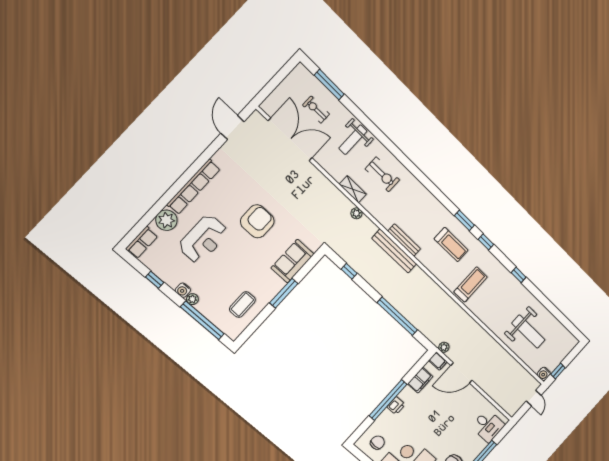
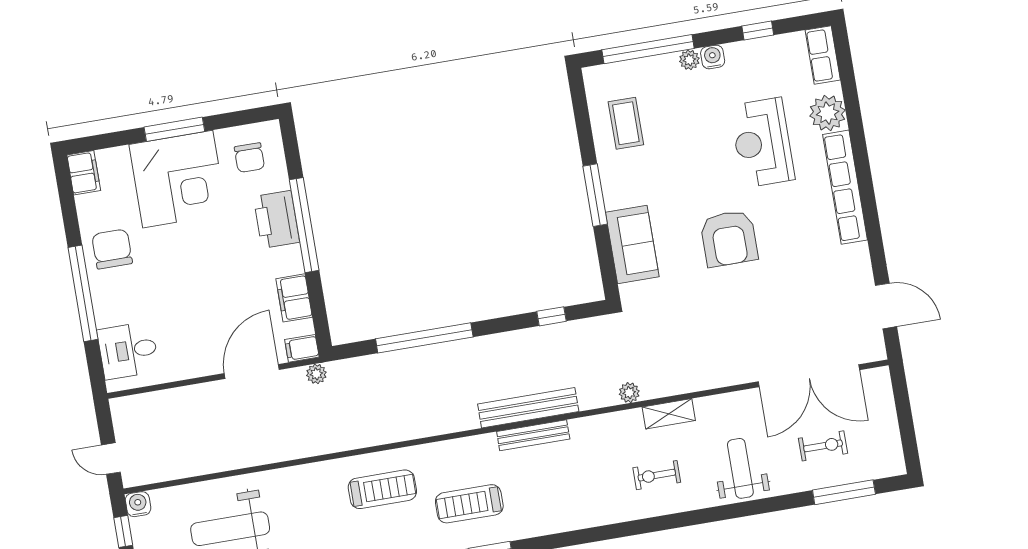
exercise bike: (382, 174) -> (657, 475), width x0.73, depth x0.72
treadmill: (471, 284) -> (382, 489), turned -90
printer: (396, 406) -> (276, 219), width x1.87, depth x1.48

